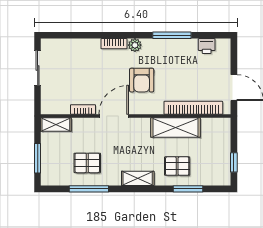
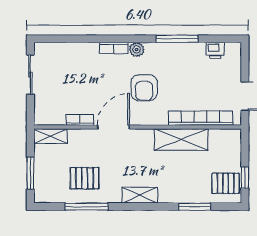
pallet: (177, 166) -> (226, 183), moved

